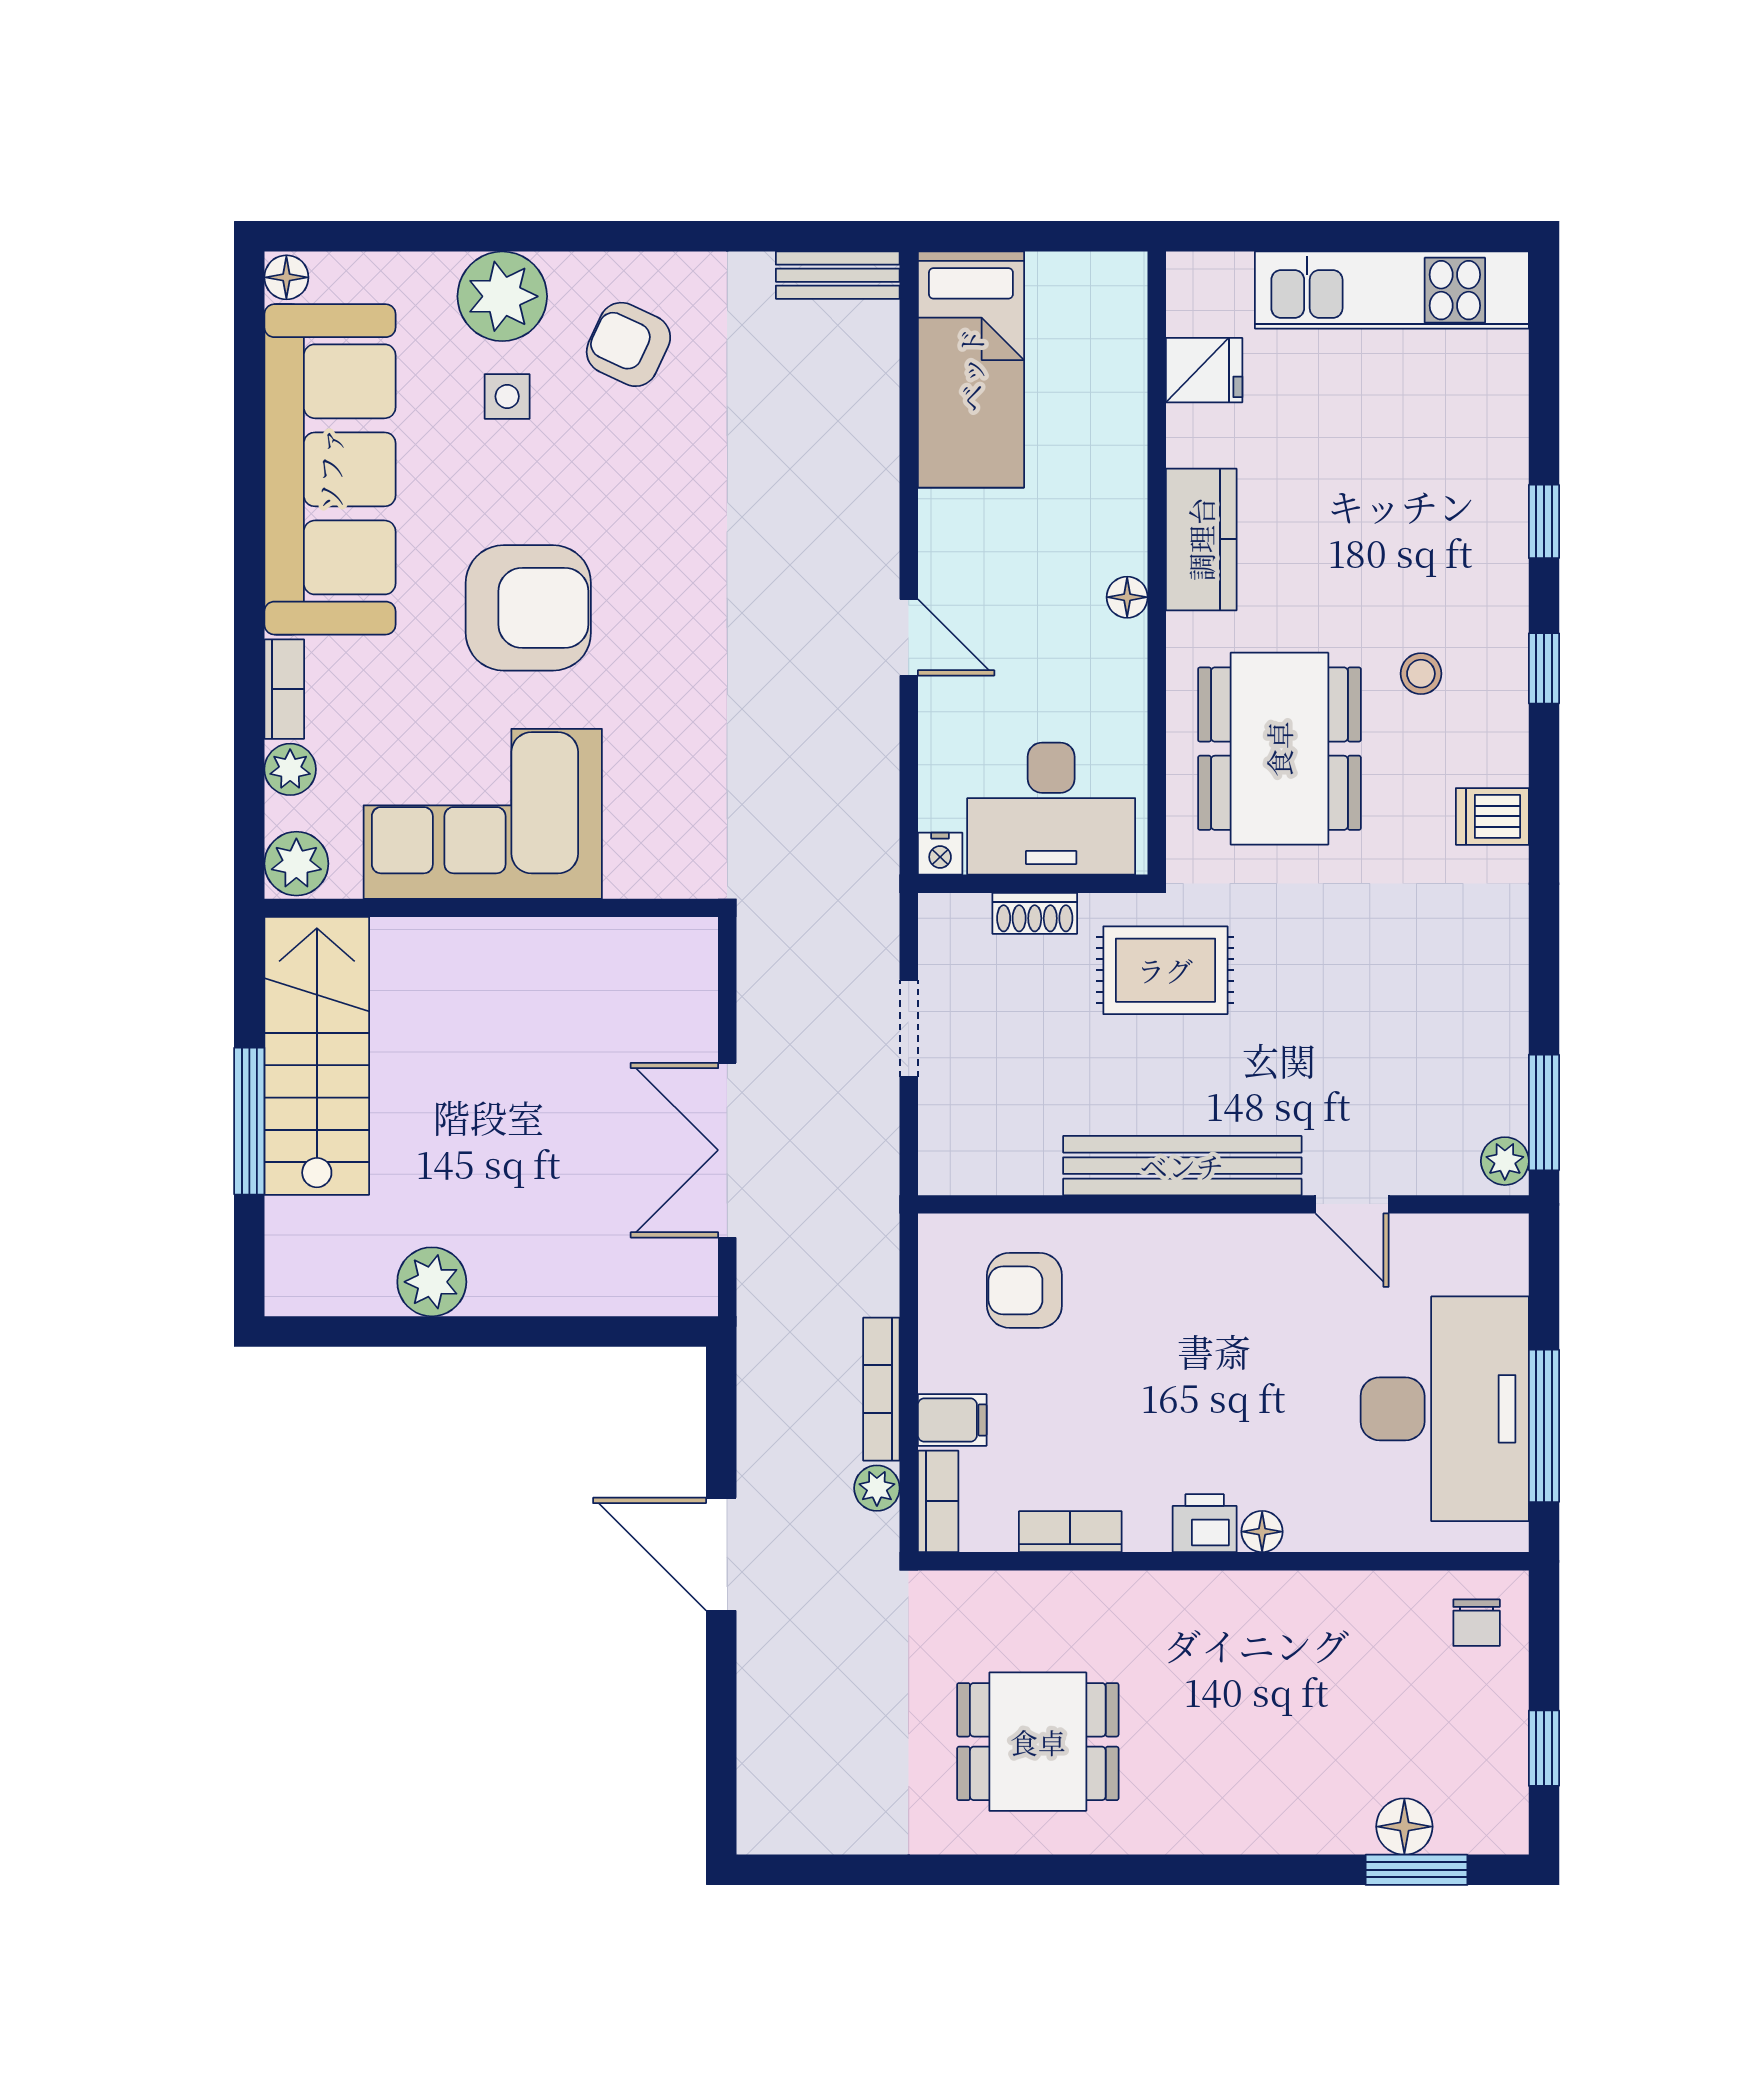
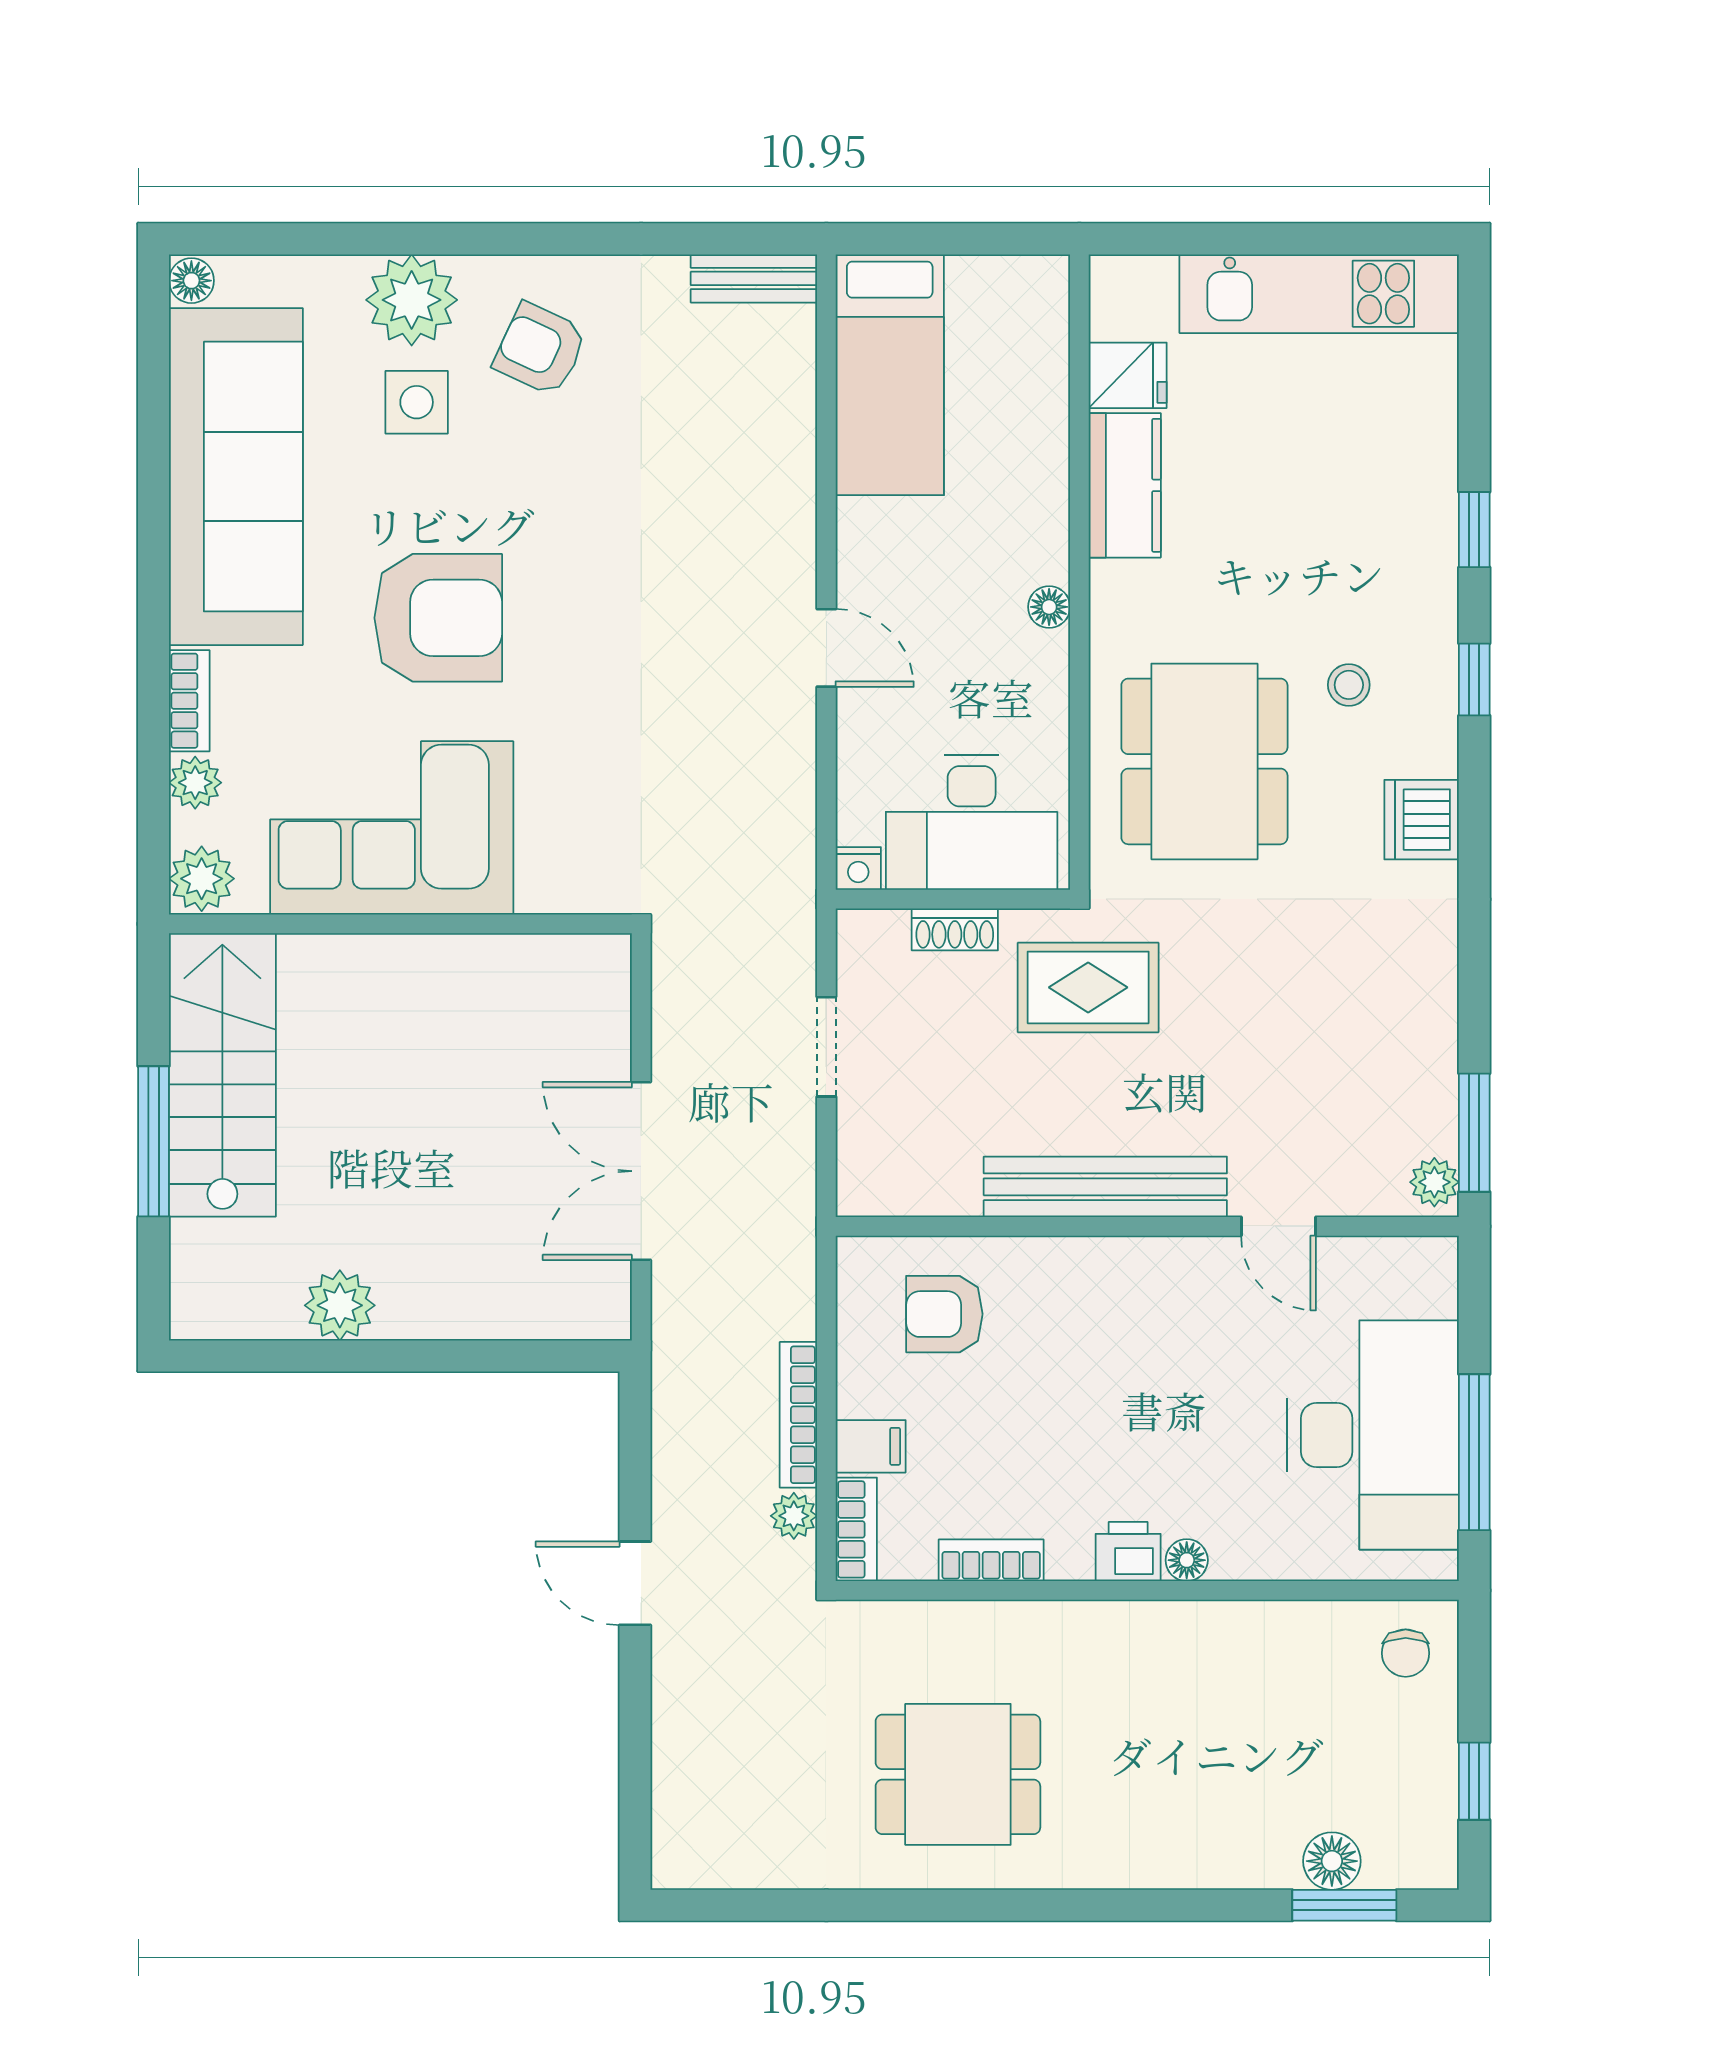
side table: (507, 396) -> (417, 402), width x1.37, depth x1.37
kitchen counter: (1201, 539) -> (1125, 485), moved
dishwasher: (1492, 816) -> (1422, 820), width x1.38
door: (721, 1554) -> (635, 1583), width x0.73

